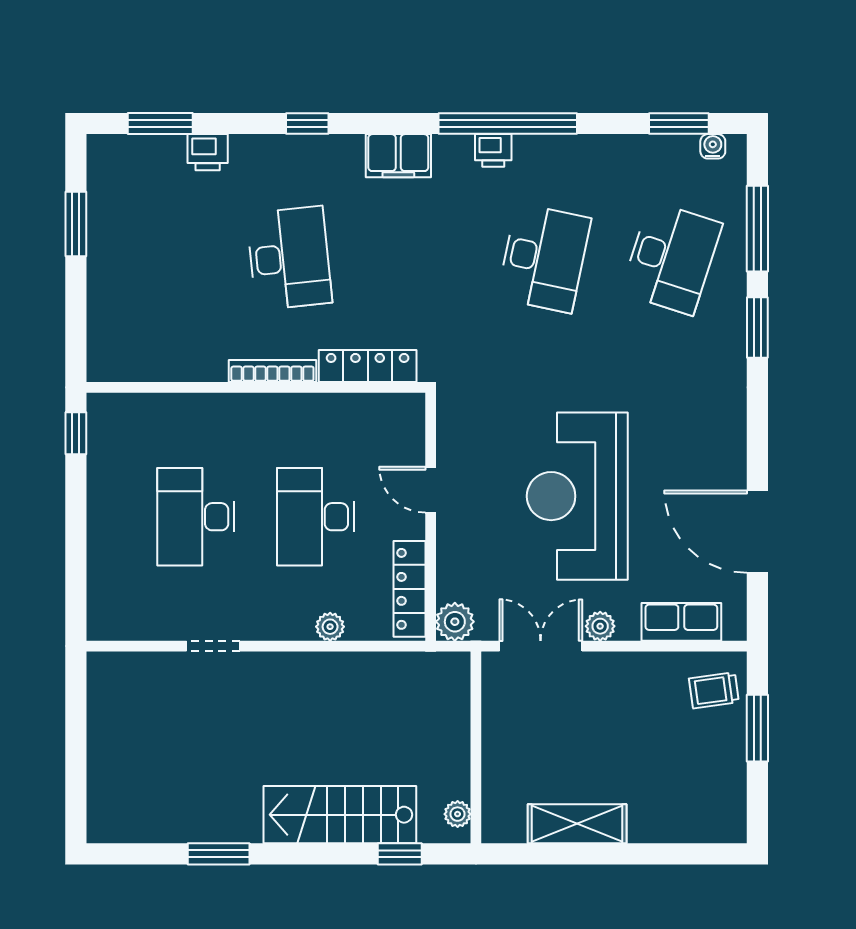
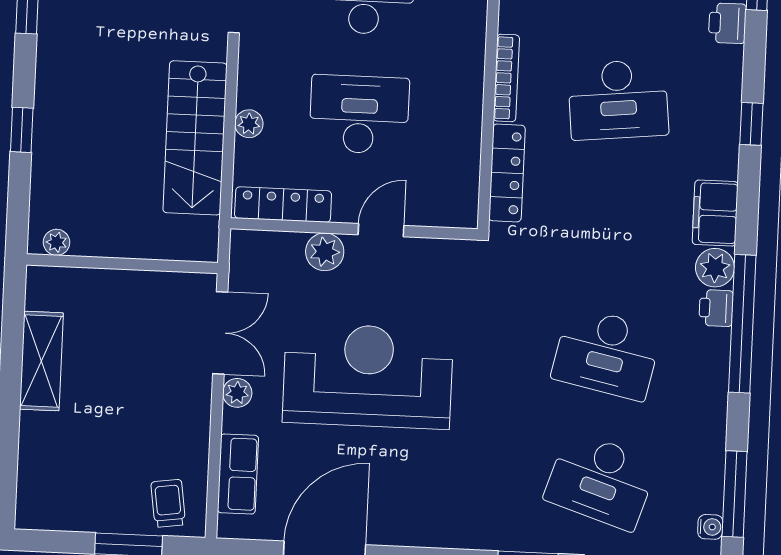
window: (679, 124) -> (735, 494), width x1.44
plant: (453, 153) -> (715, 268), added
plant: (455, 622) -> (325, 252), moved
stairs: (340, 815) -> (195, 138), moved, turned 180
window: (400, 854) -> (22, 130), moved

